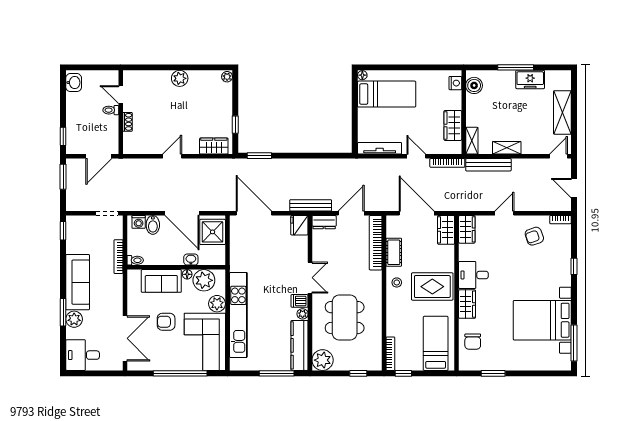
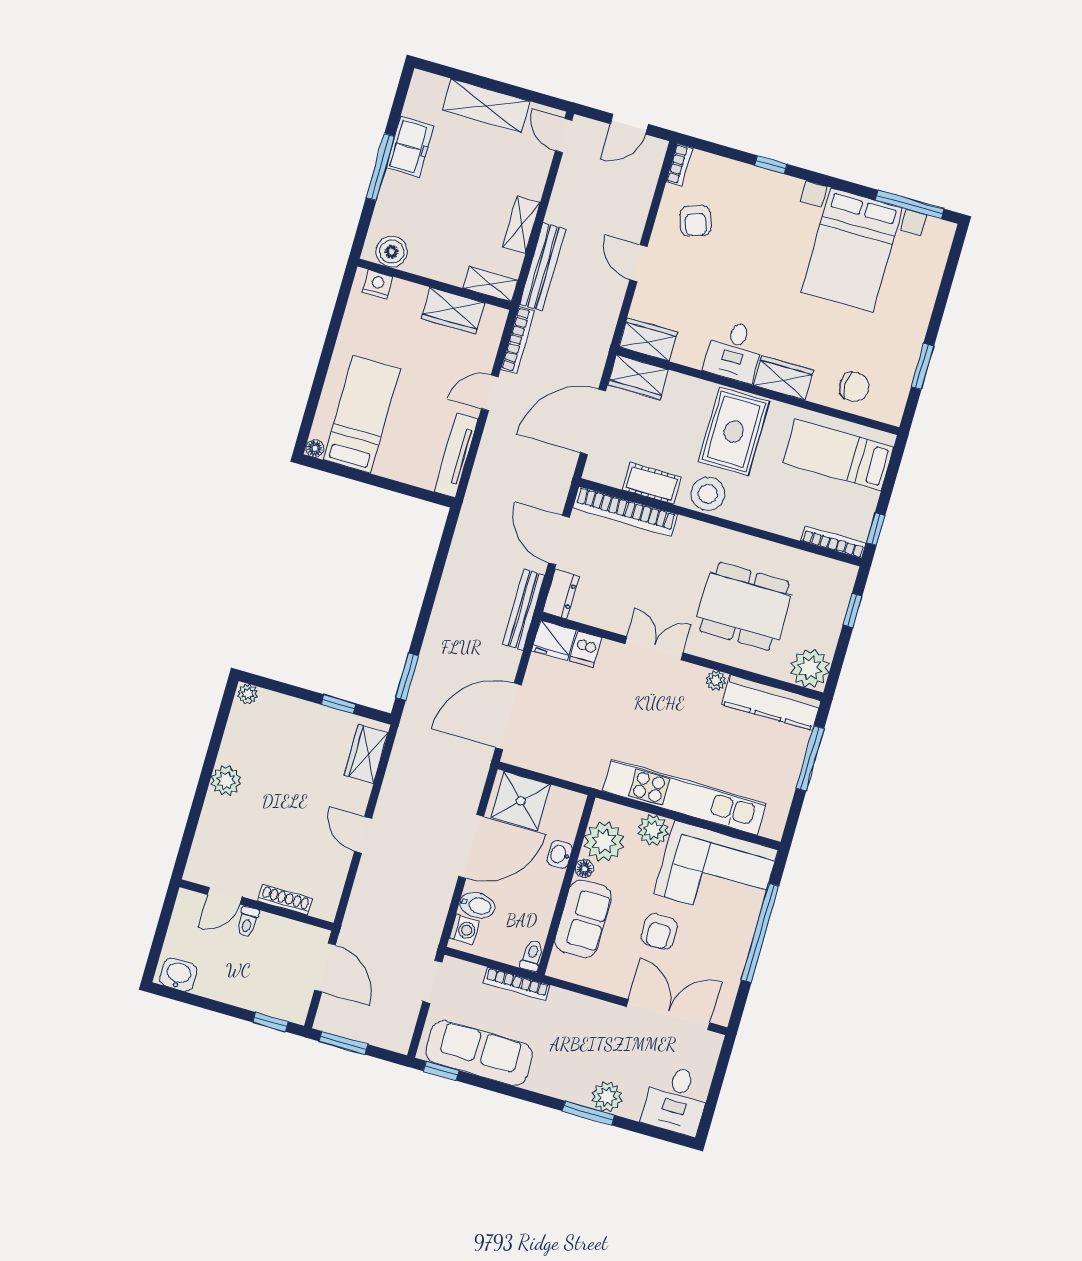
shoe rack: (127, 122) -> (285, 900), width x1.43
sofa: (78, 282) -> (479, 1053), moved
stool: (397, 282) -> (708, 494), width x1.89, depth x1.89
dishwasher: (300, 301) -> (585, 649), moved

